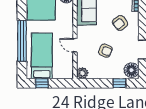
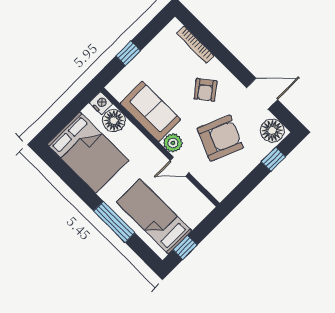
window: (22, 41) -> (114, 222), width x0.68
armchair: (105, 51) -> (220, 138), width x1.88, depth x1.88
plant: (82, 73) -> (173, 143), moved

